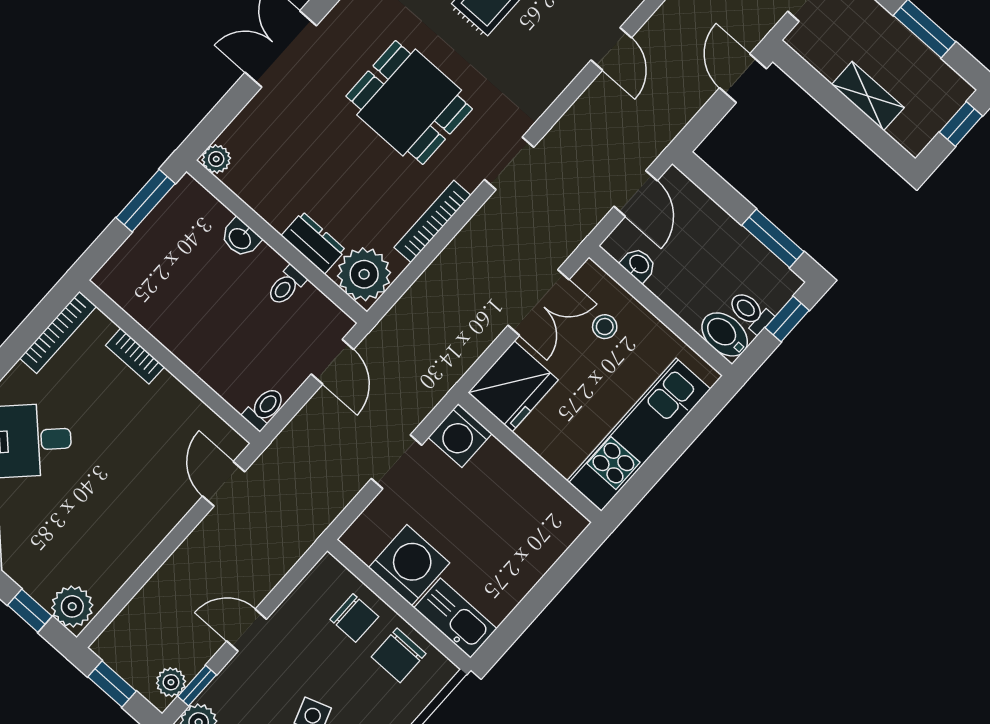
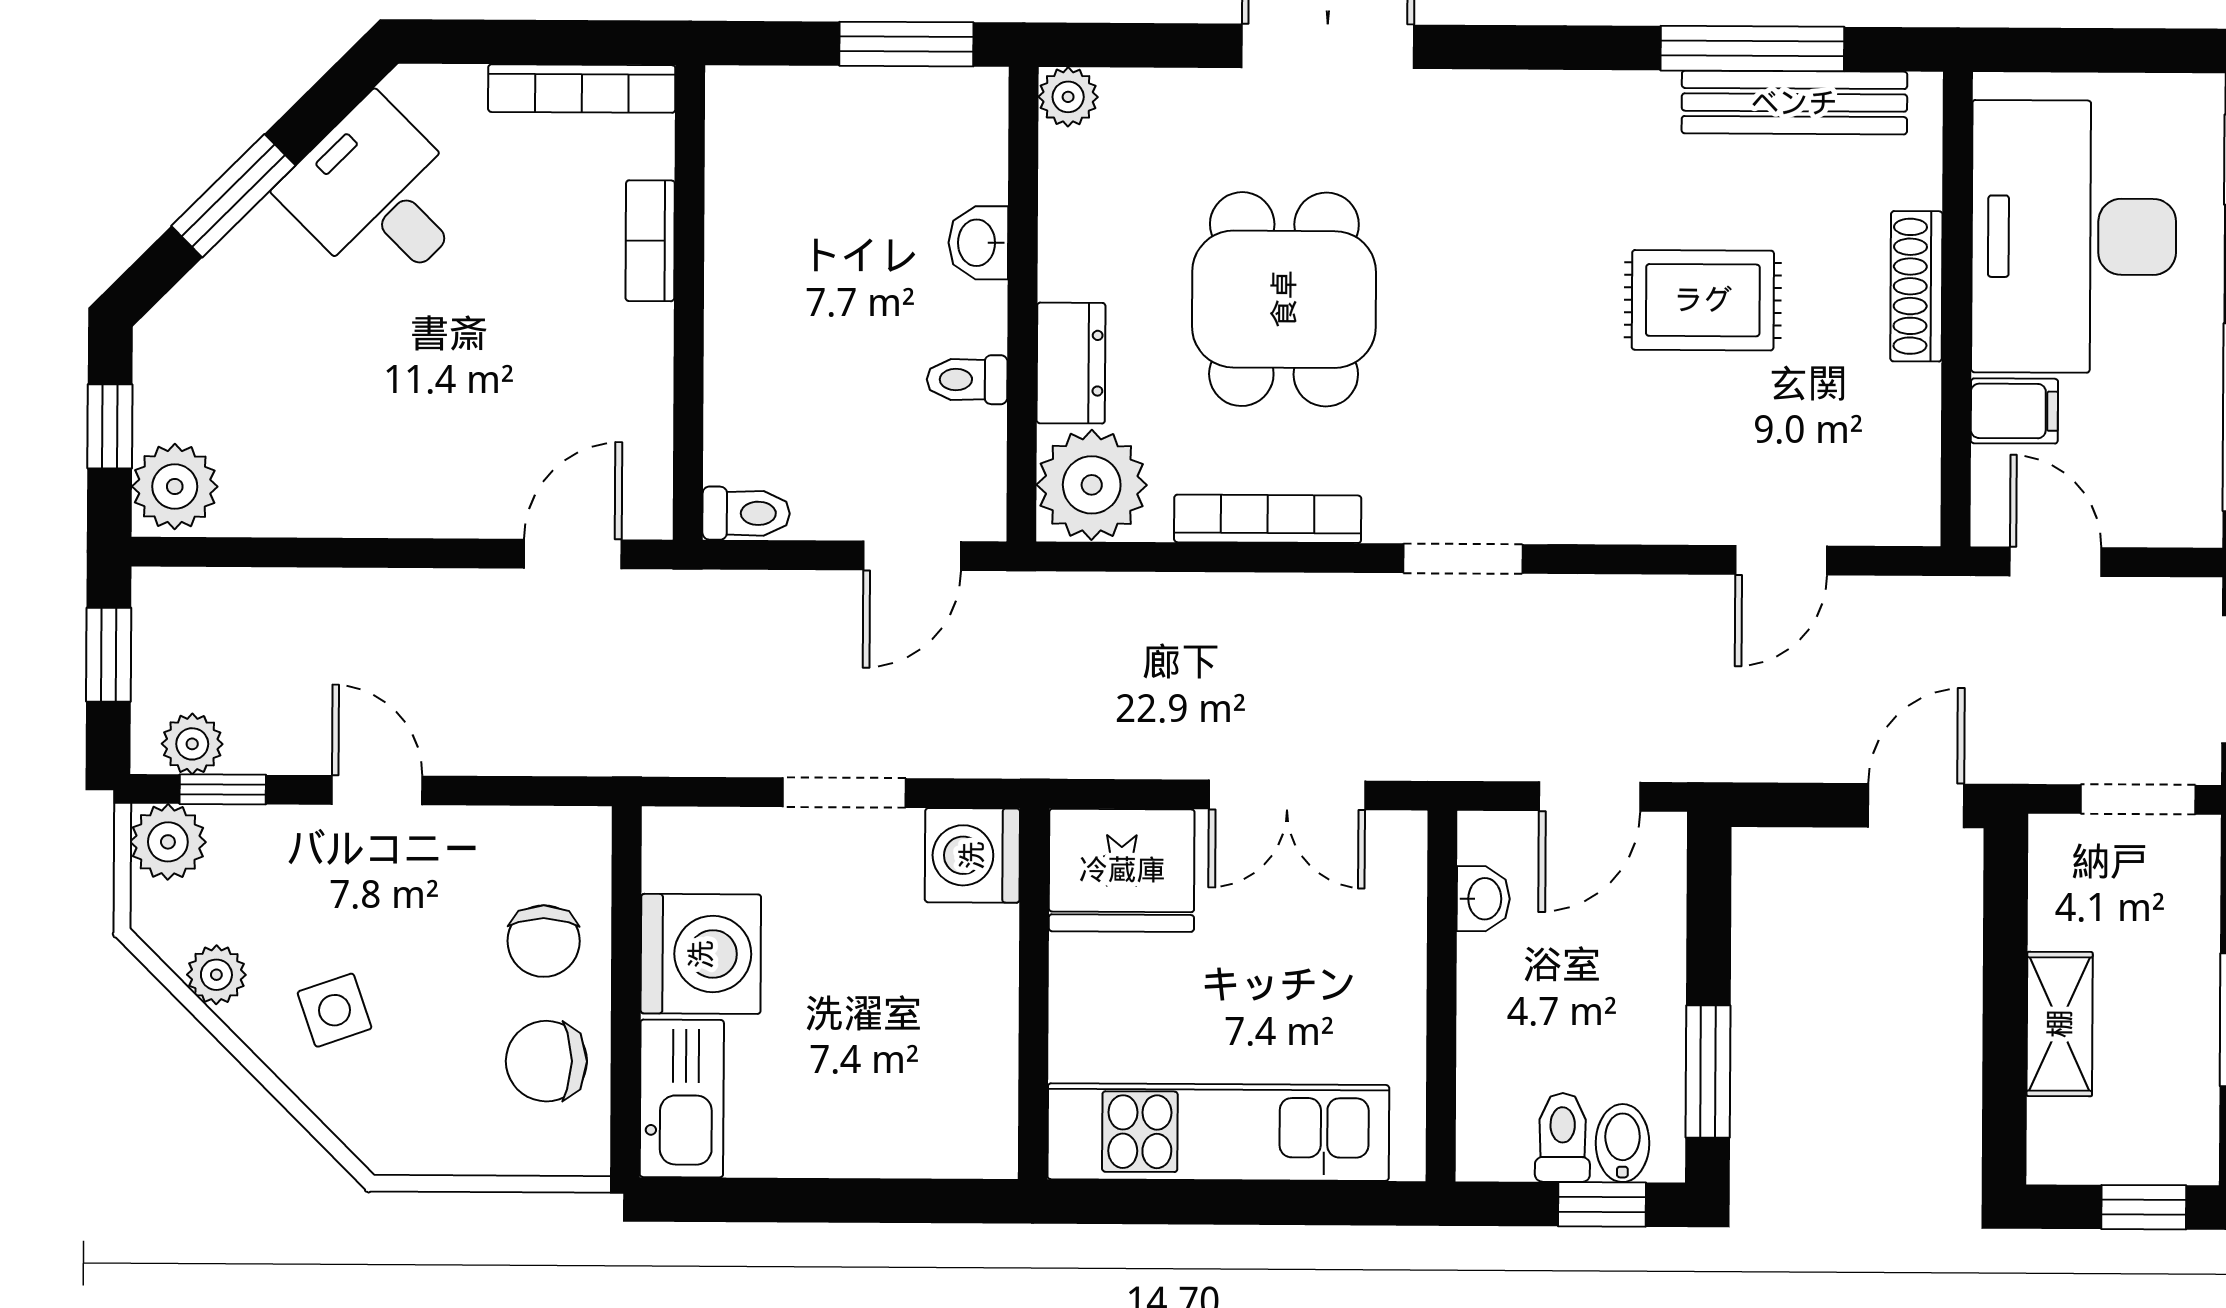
dining table: (409, 102) -> (1284, 299), moved
stool: (605, 327) -> (1340, 931), removed
bidet: (725, 334) -> (1622, 1143), moved, width x0.72, depth x0.74

